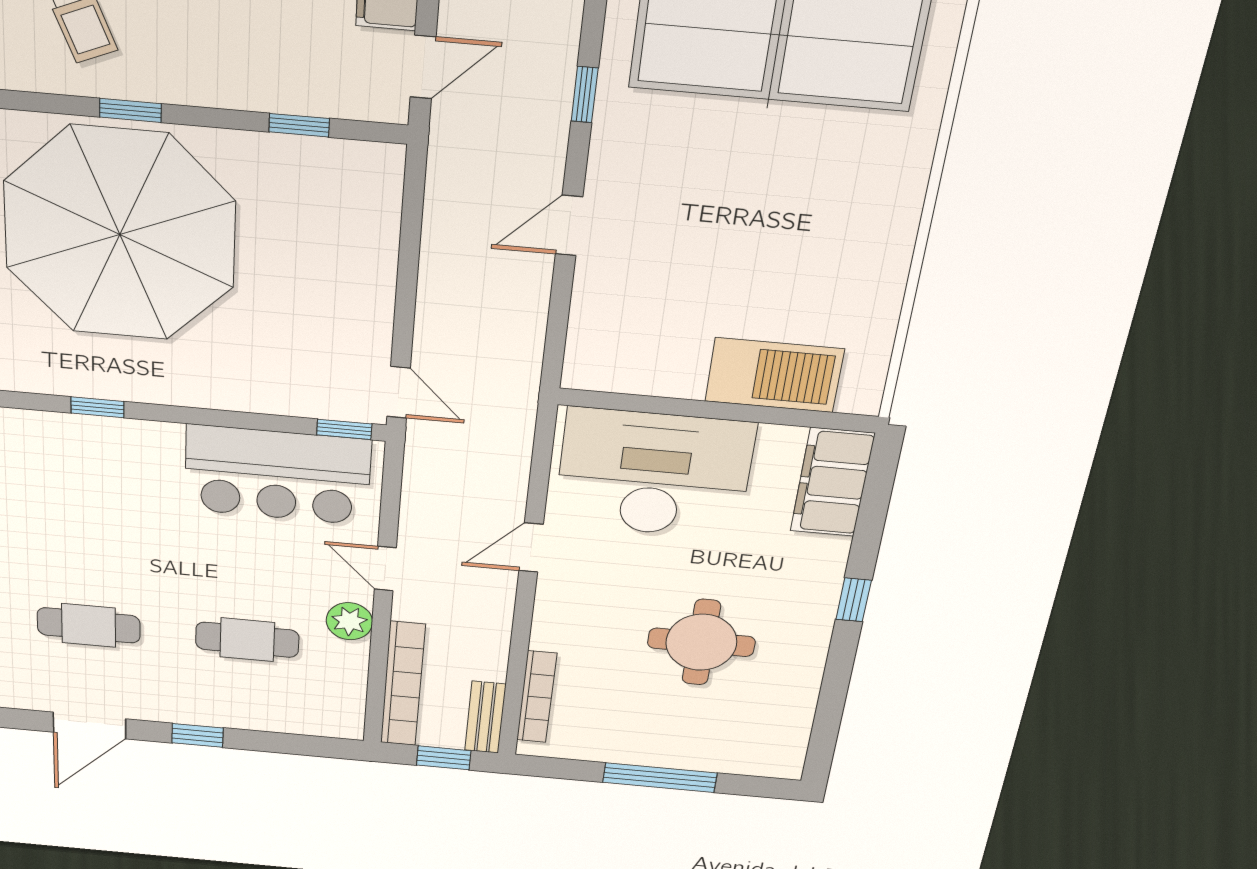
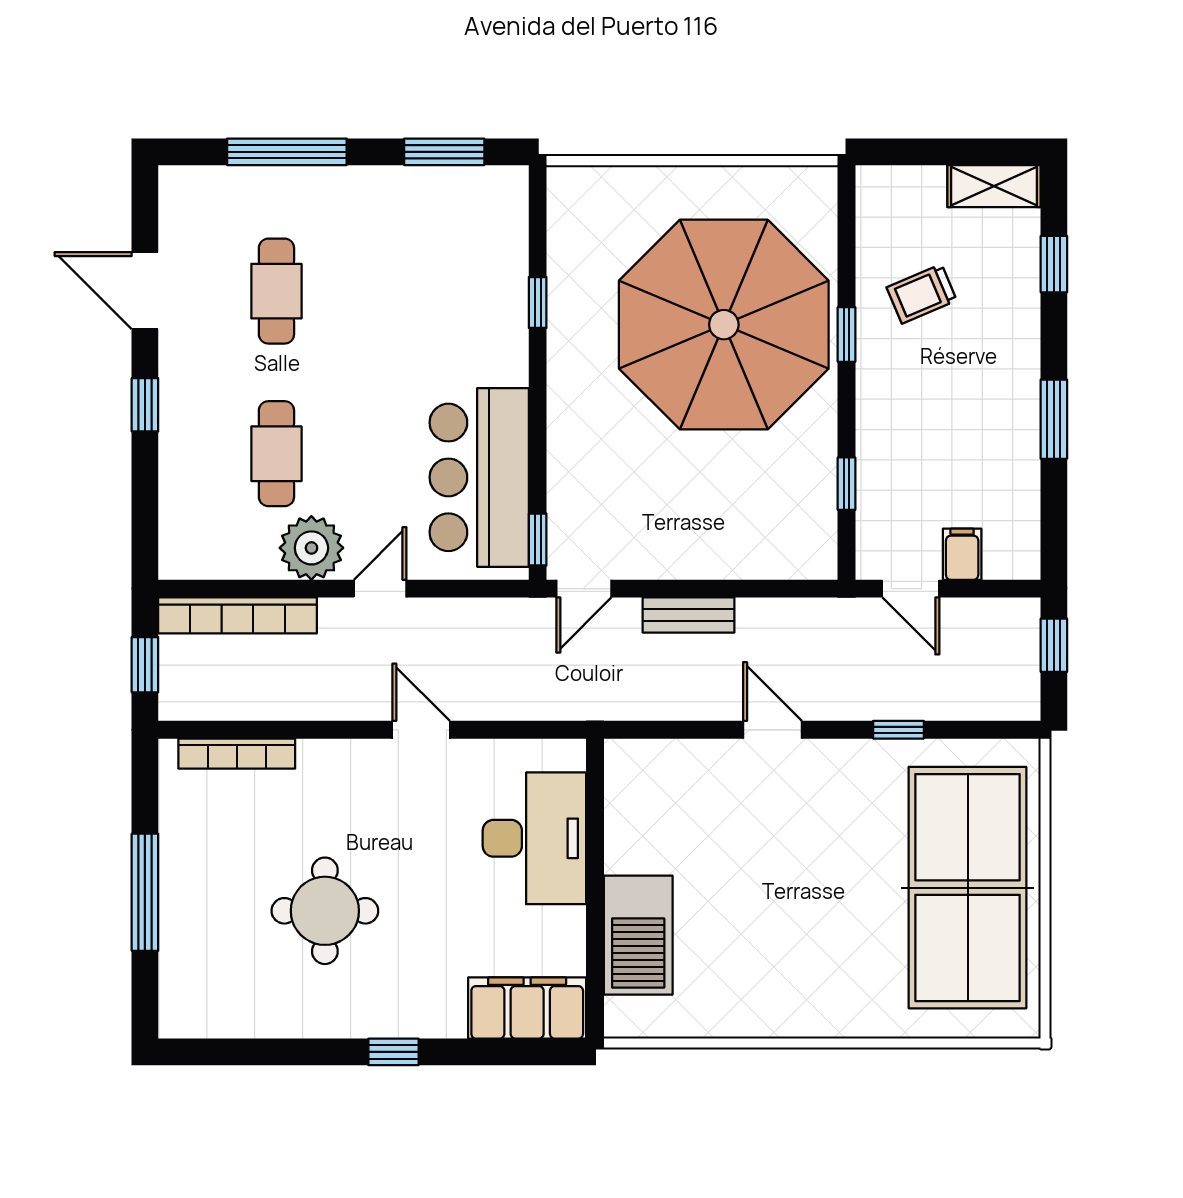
desk: (654, 474) -> (534, 838), width x0.73, depth x0.77
plant: (349, 621) -> (311, 548), width x1.36, depth x1.36
bench: (485, 717) -> (689, 615), moved

